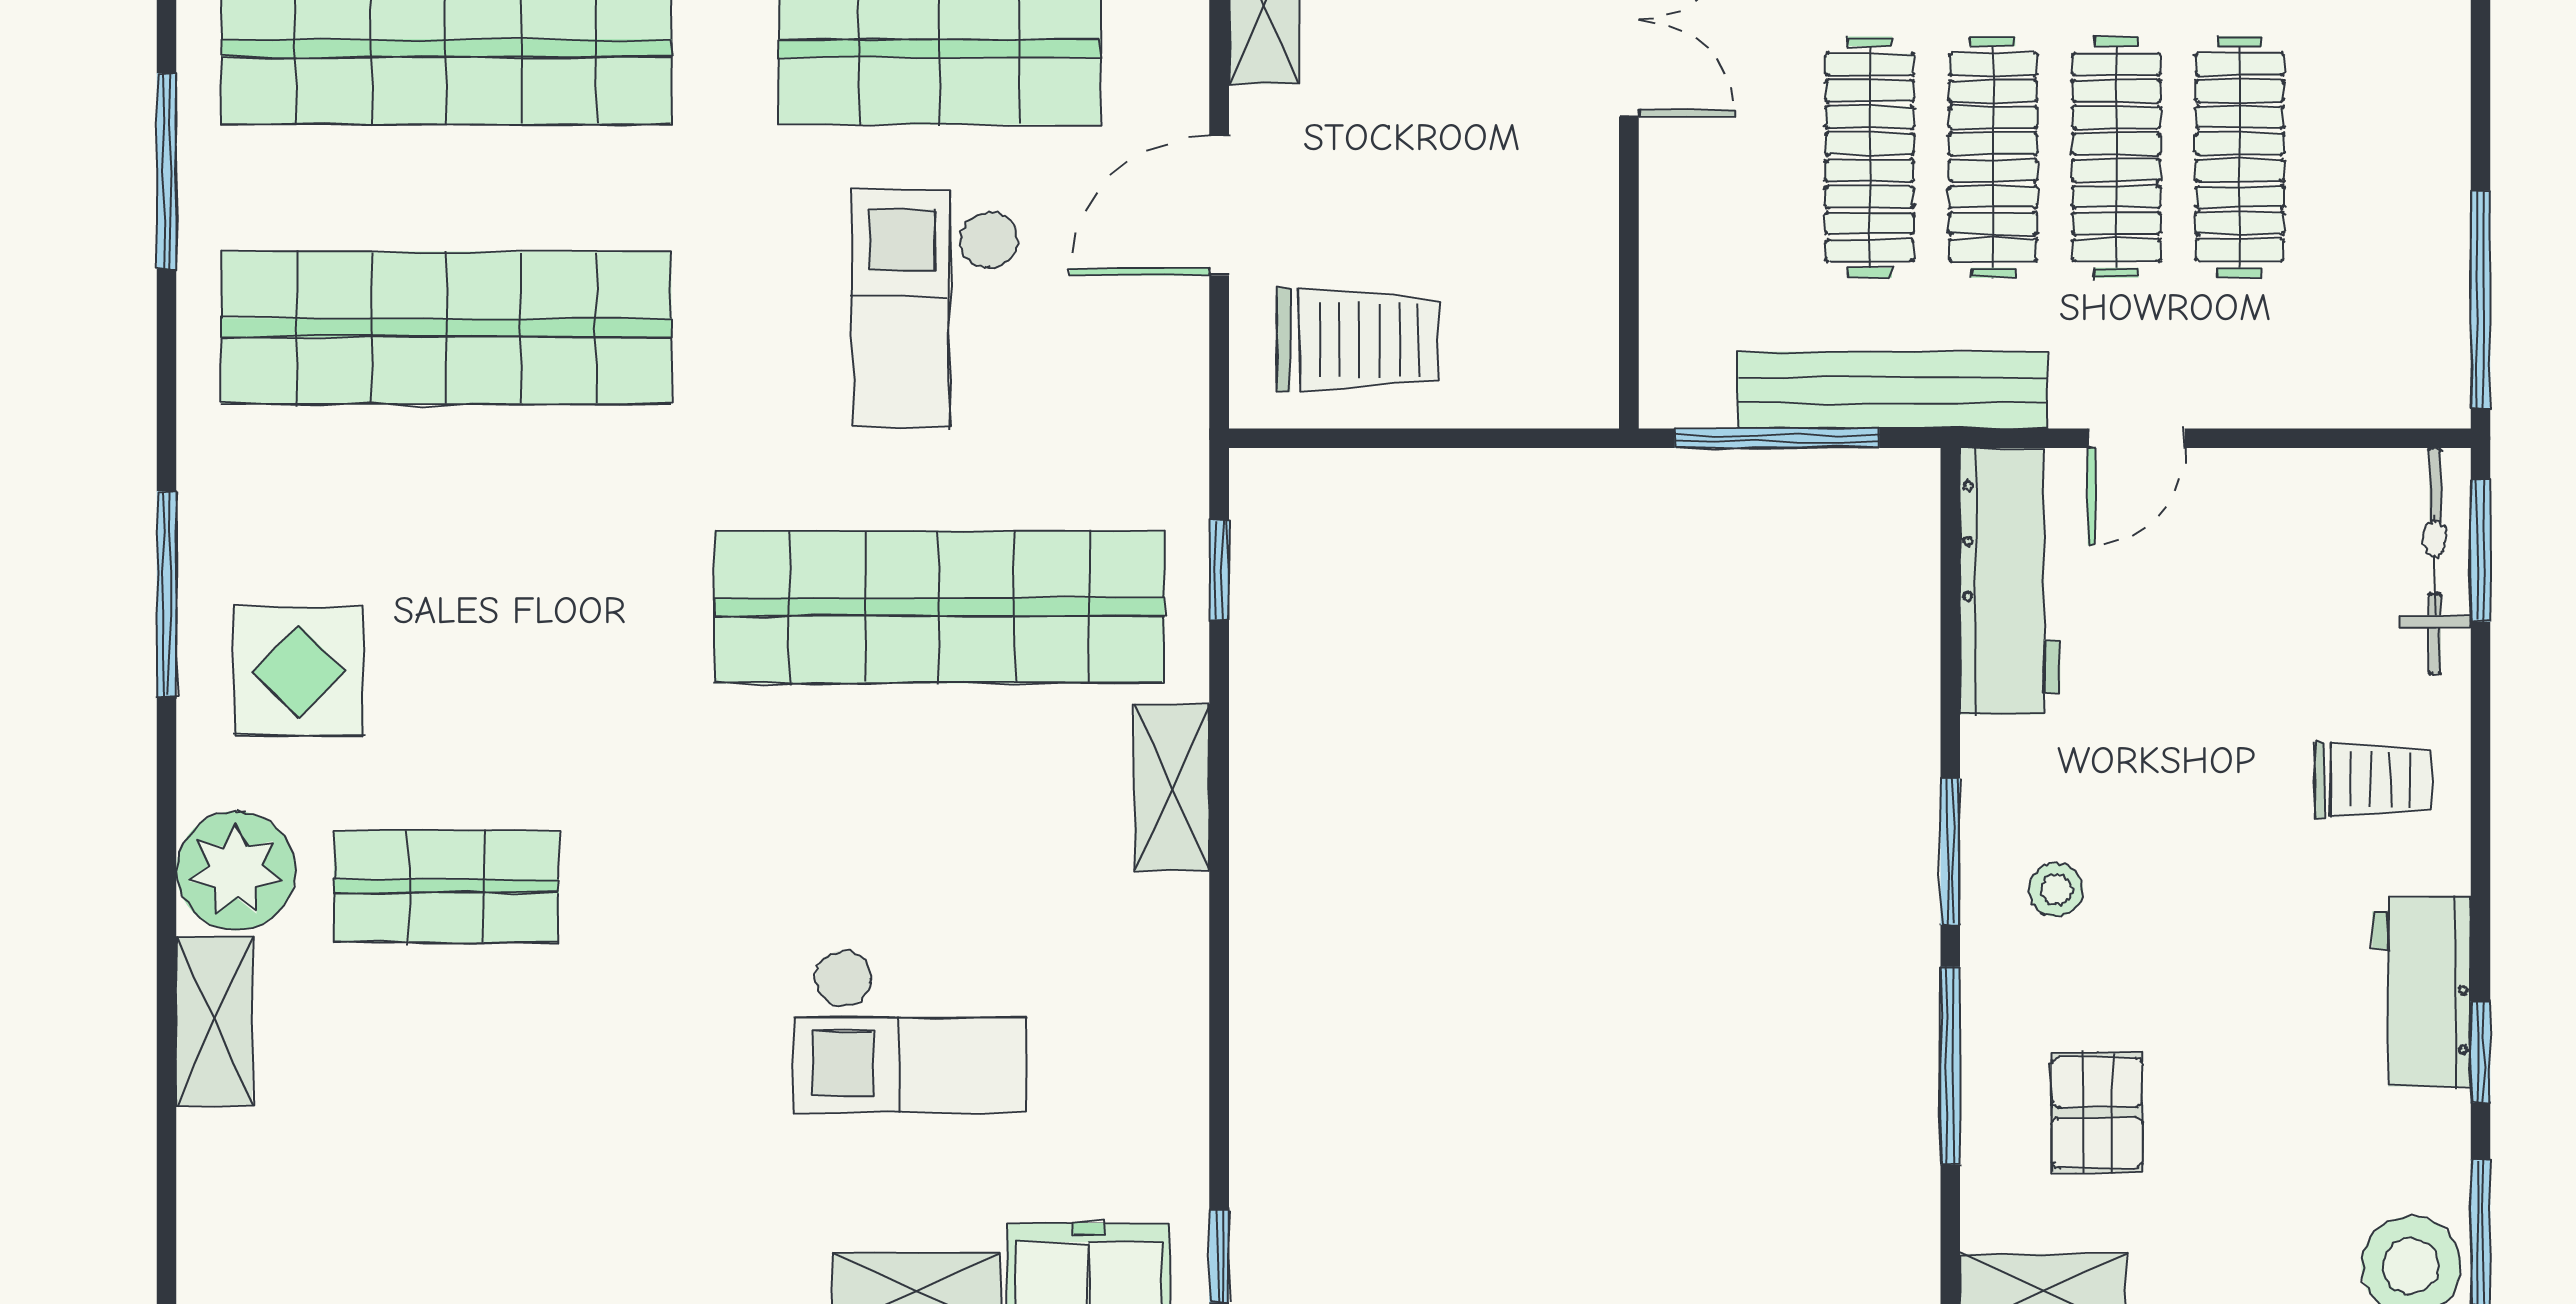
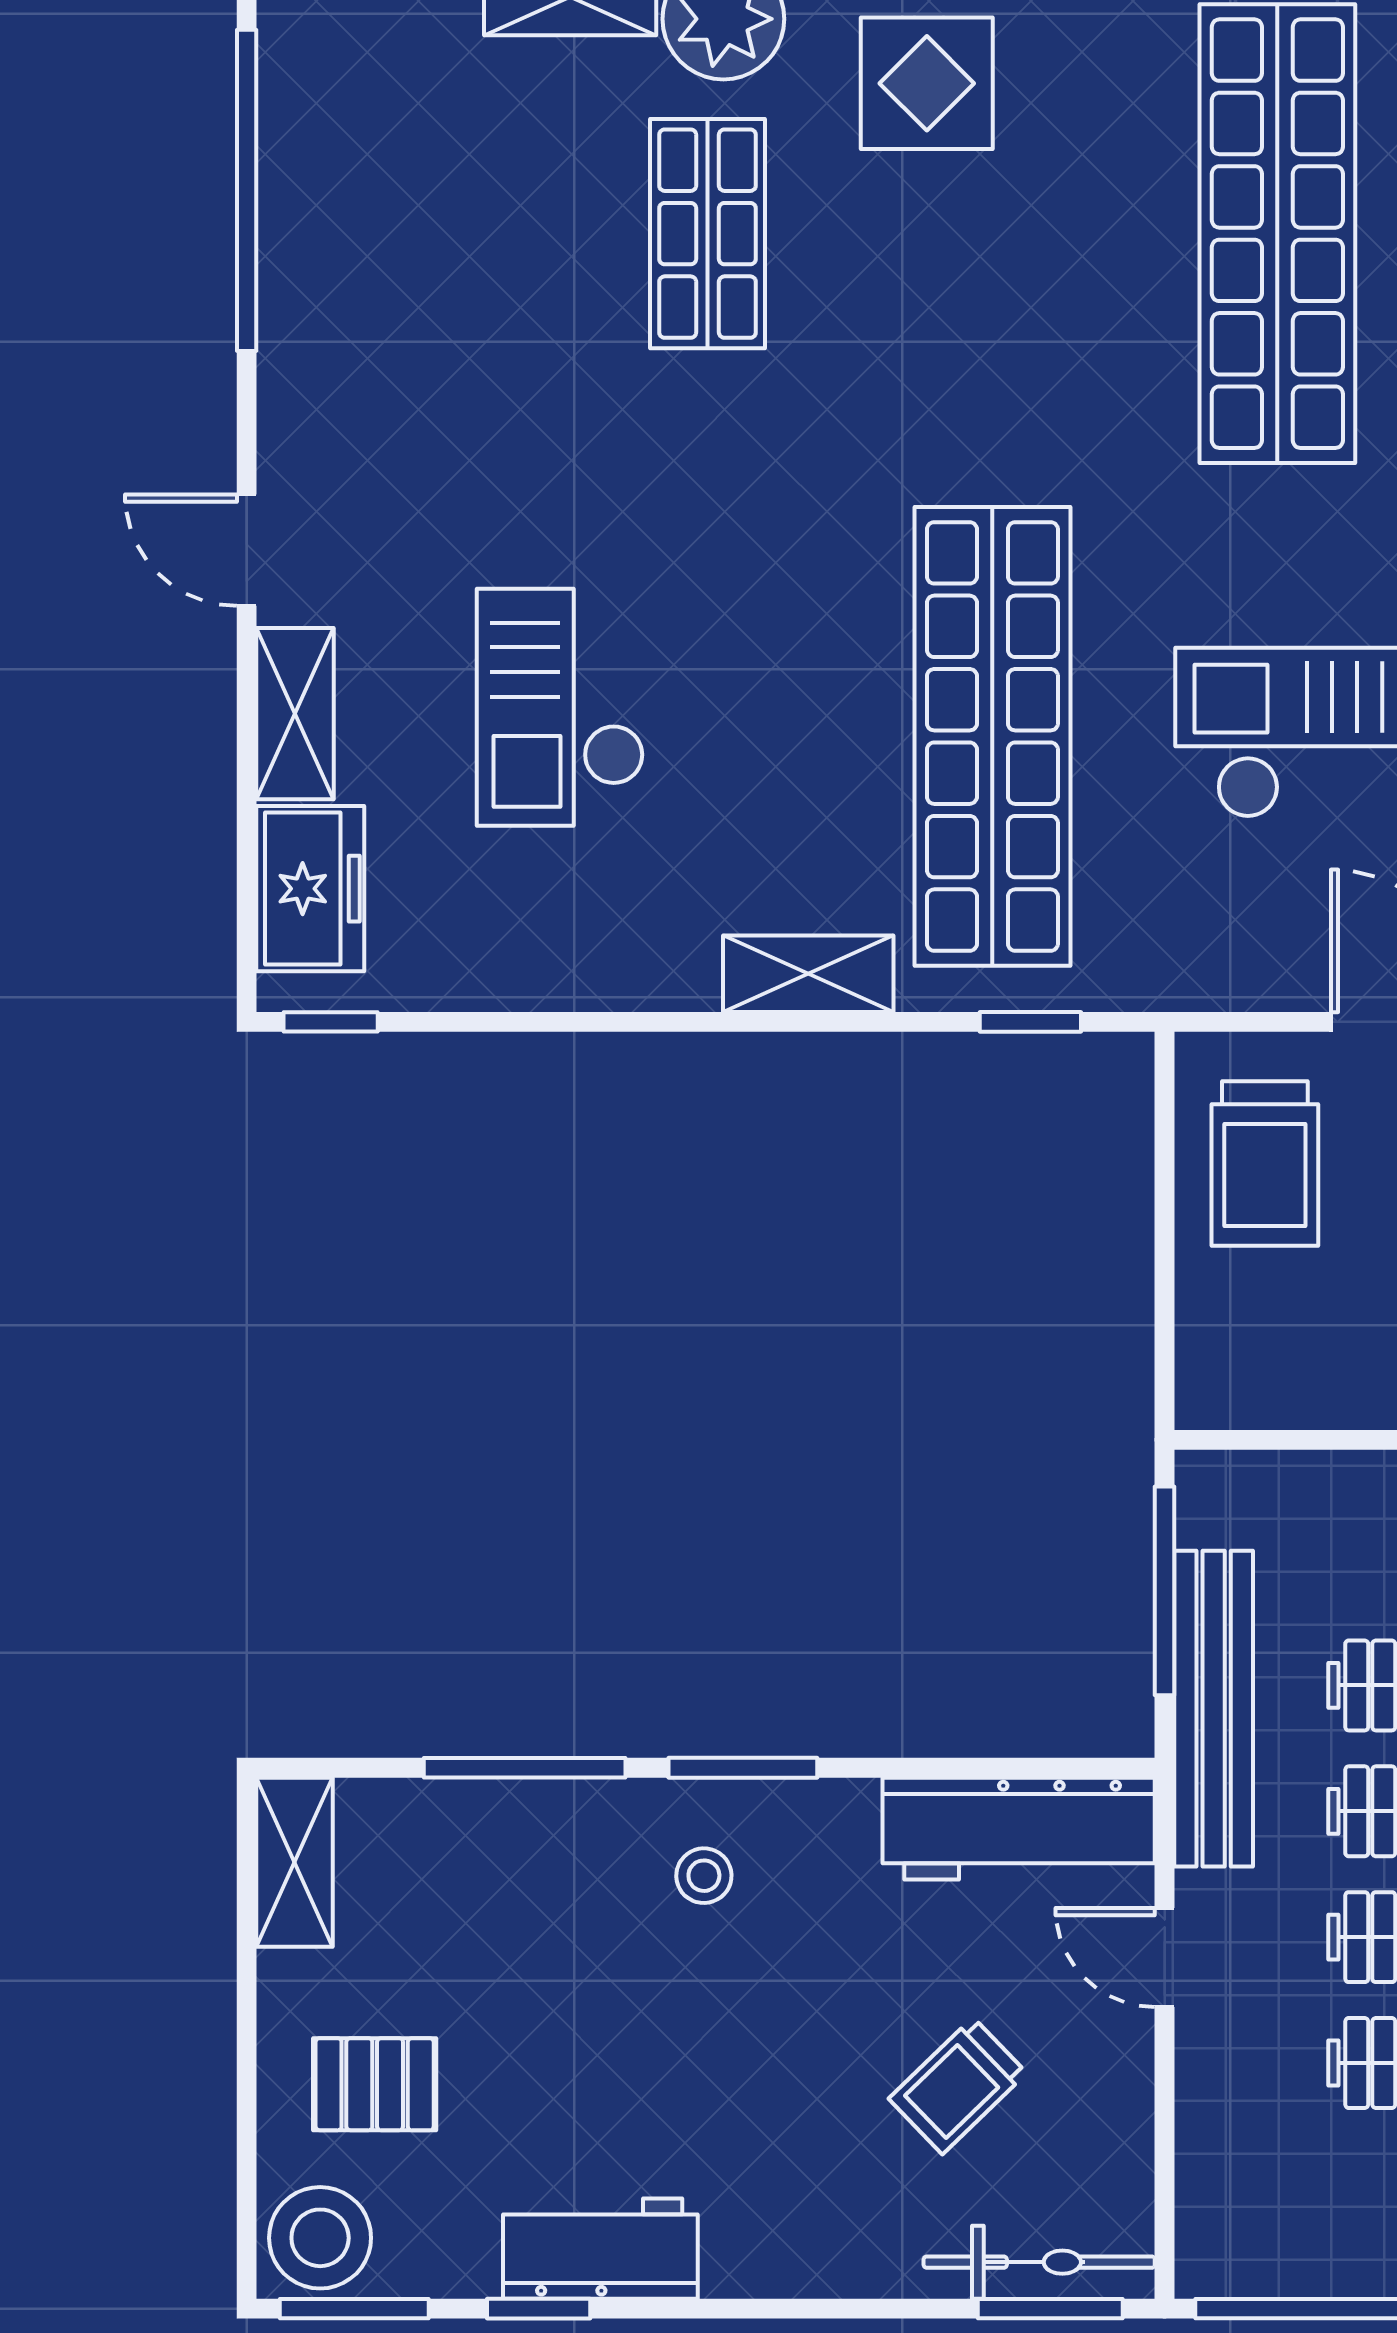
trolley: (2372, 780) -> (958, 2086), moved, turned 46
pallet: (2097, 1112) -> (375, 2084), moved

